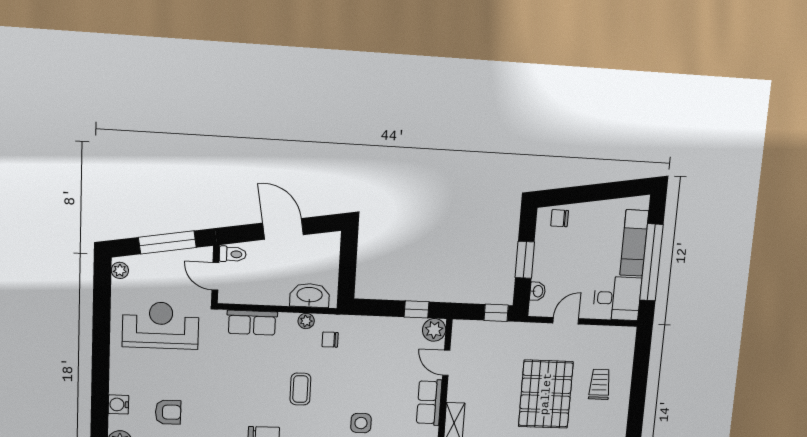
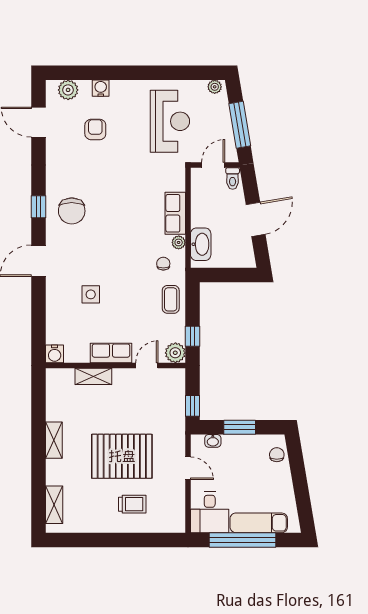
row of seats: (252, 323) -> (175, 213), moved
coffee table: (300, 389) -> (171, 299), moved, turned 90
armchair: (168, 412) -> (95, 129), turned 180

